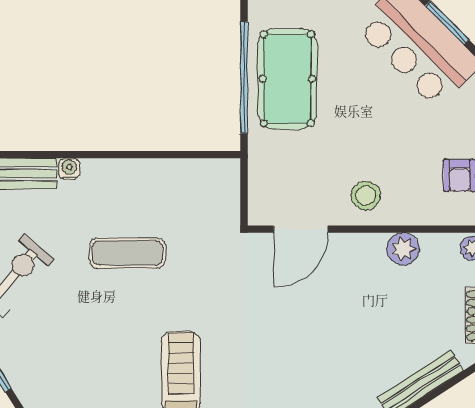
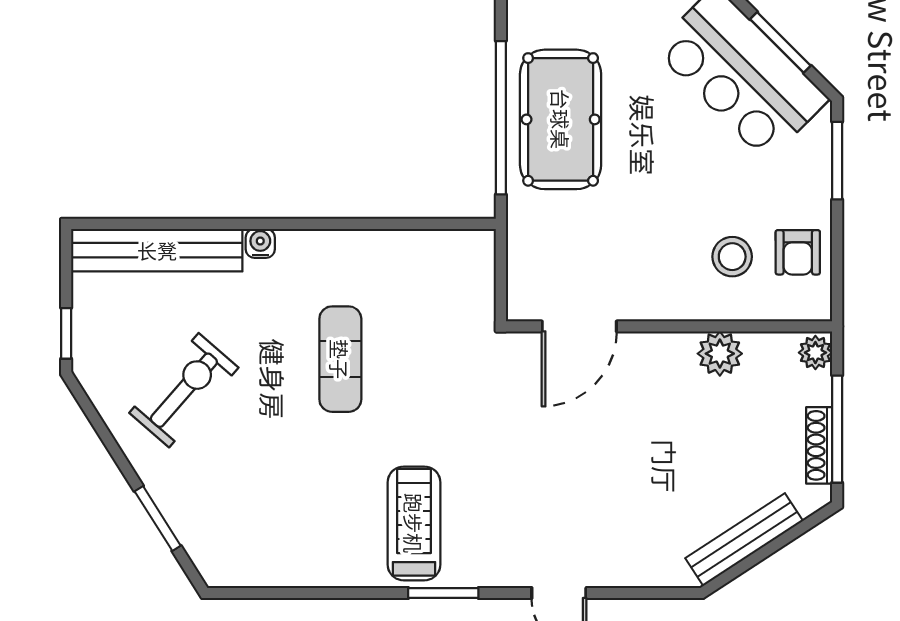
stool: (366, 196) -> (732, 257), moved
exercise mat: (127, 253) -> (340, 359), turned 90

